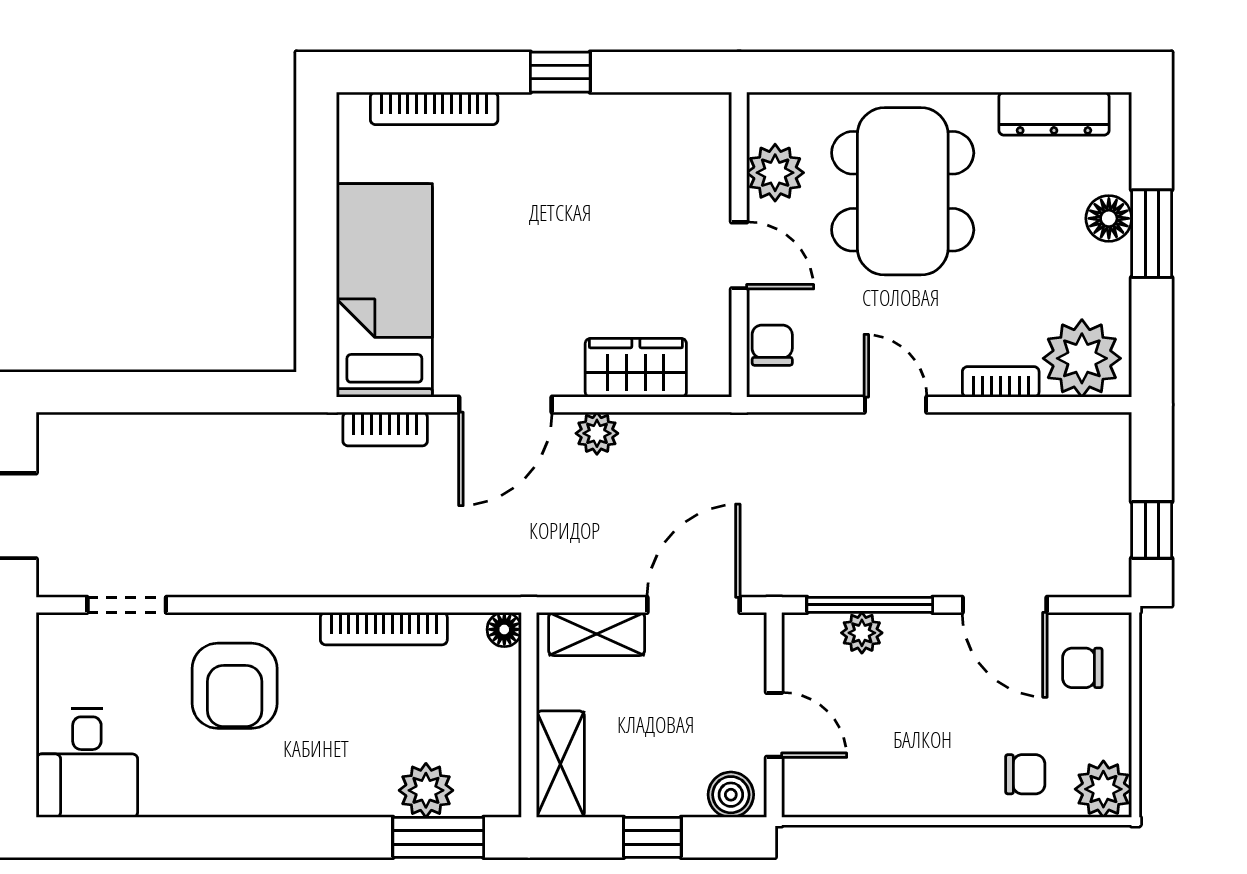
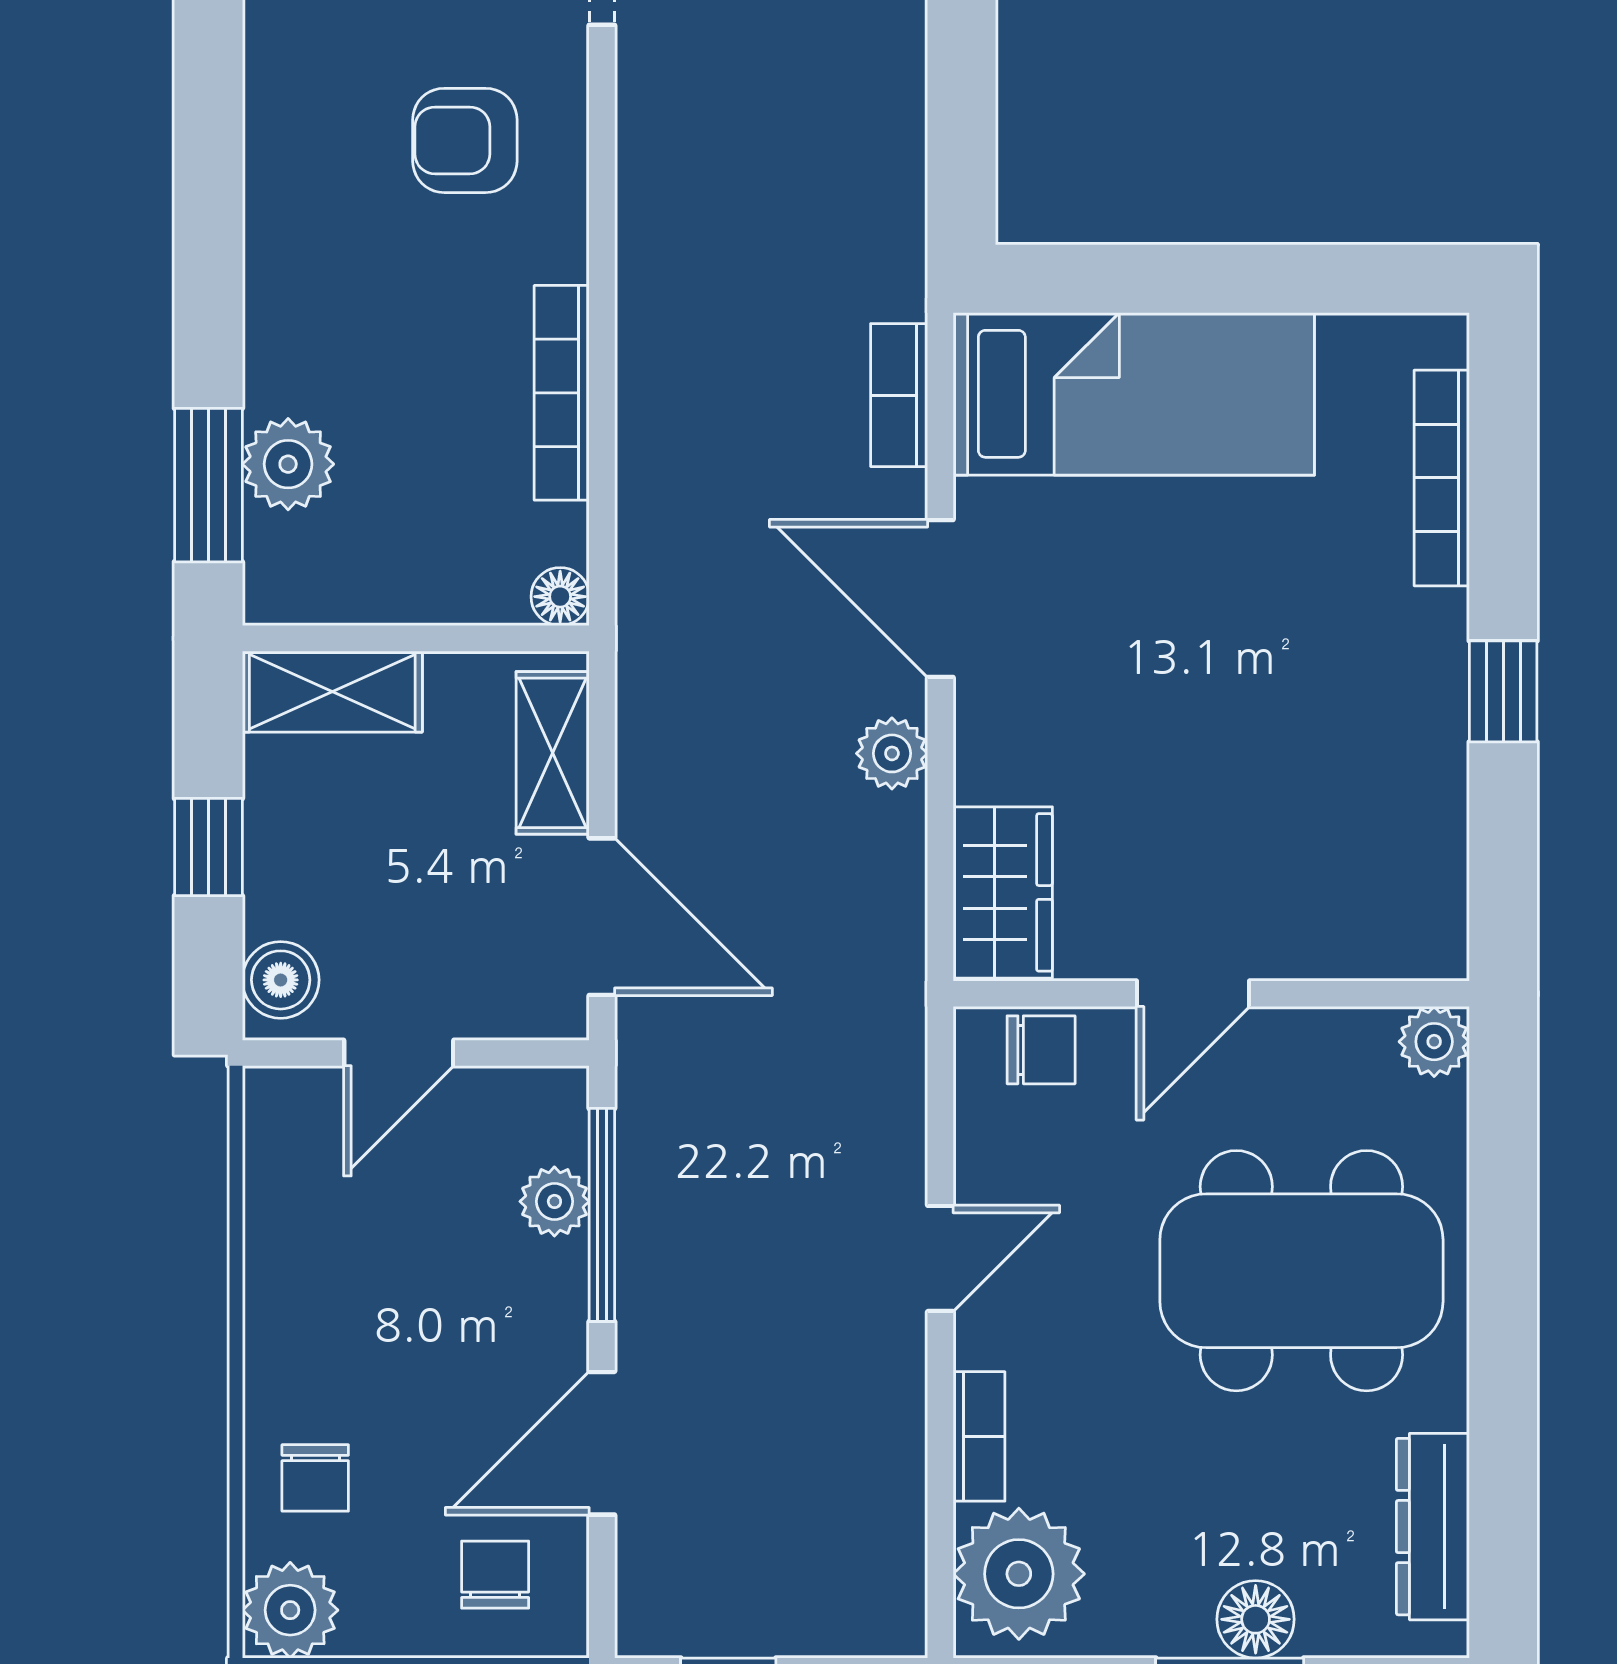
plant: (775, 173) -> (1434, 1042), moved, width x0.73, depth x0.73
wardrobe: (636, 368) -> (1003, 892), moved
armchair: (235, 686) -> (465, 140), width x0.72, depth x0.72

